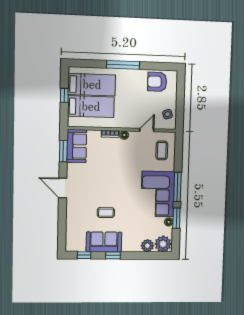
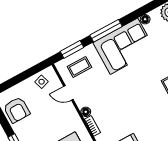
window: (176, 218) -> (72, 49), moved

